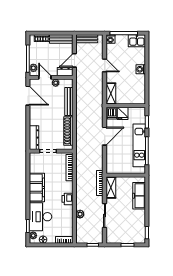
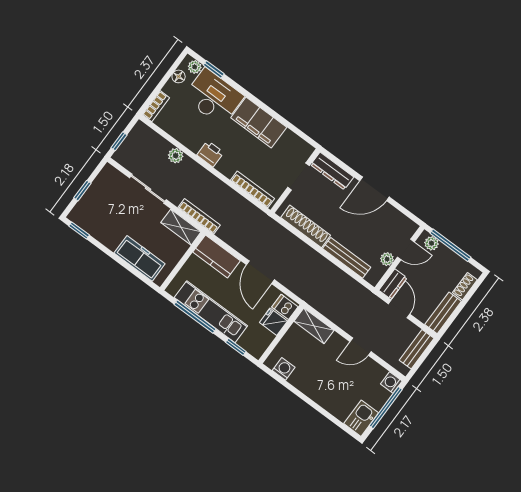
washing machine: (141, 69) -> (284, 369), moved
door: (28, 96) -> (374, 189), moved
kitchen counter: (112, 161) -> (216, 256), added

